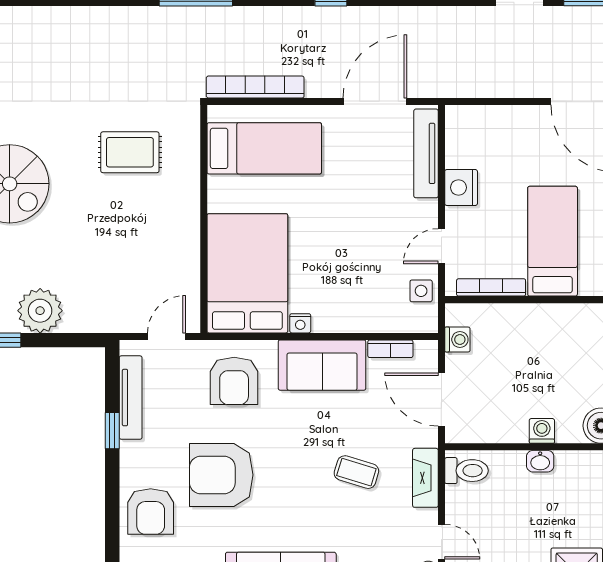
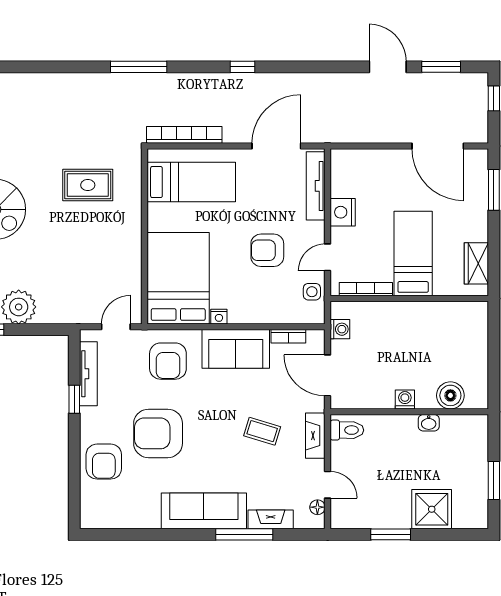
armchair: (363, 237) -> (267, 250), added
washbasin: (540, 461) -> (429, 423), moved

